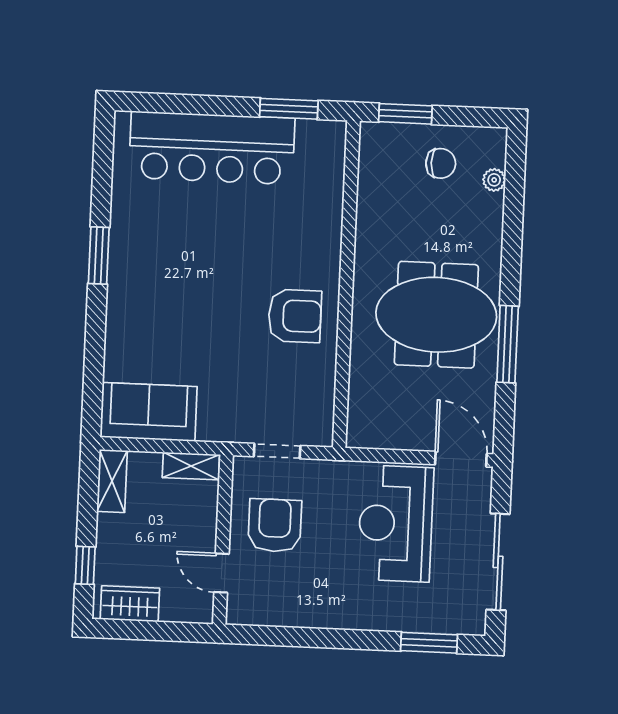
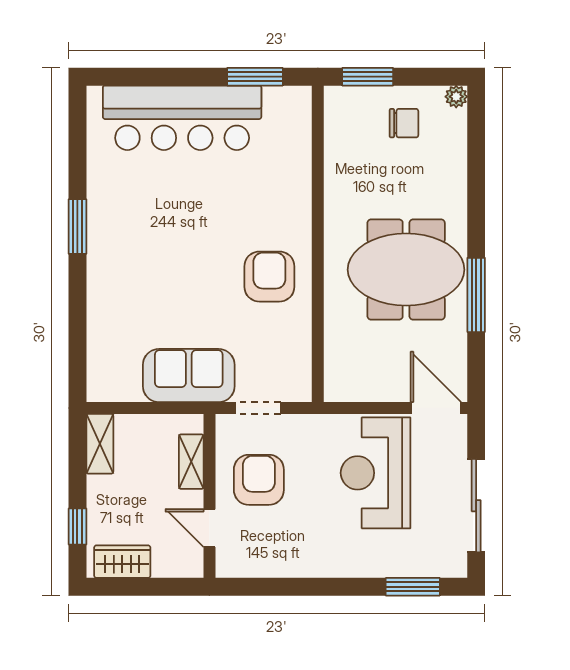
plant: (494, 180) -> (456, 97), moved
armchair: (295, 316) -> (269, 277), turned -90
sofa: (149, 412) -> (189, 376), moved
shelving: (191, 466) -> (191, 462), moved, turned 90

